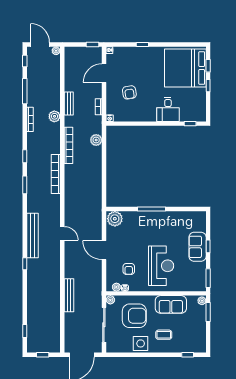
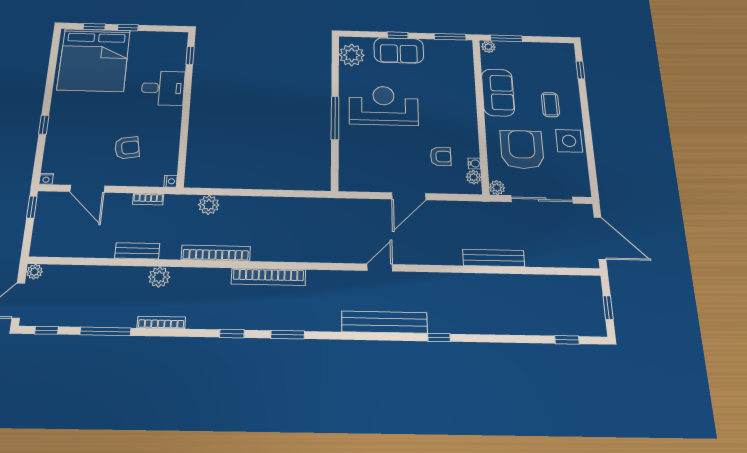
plant: (115, 219) -> (352, 55), moved
reception desk: (161, 266) -> (384, 106), moved

